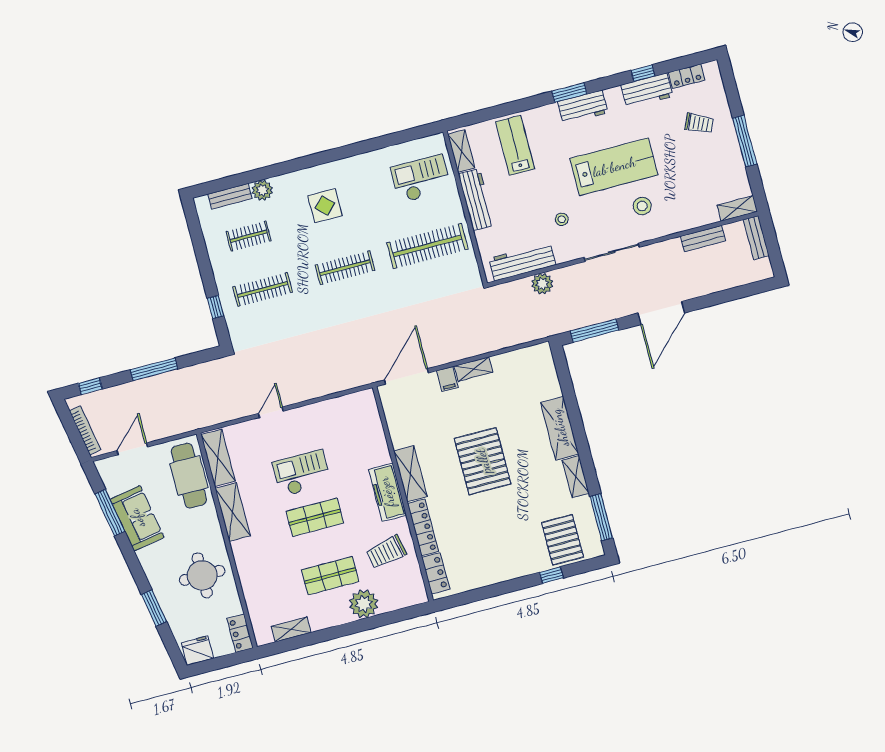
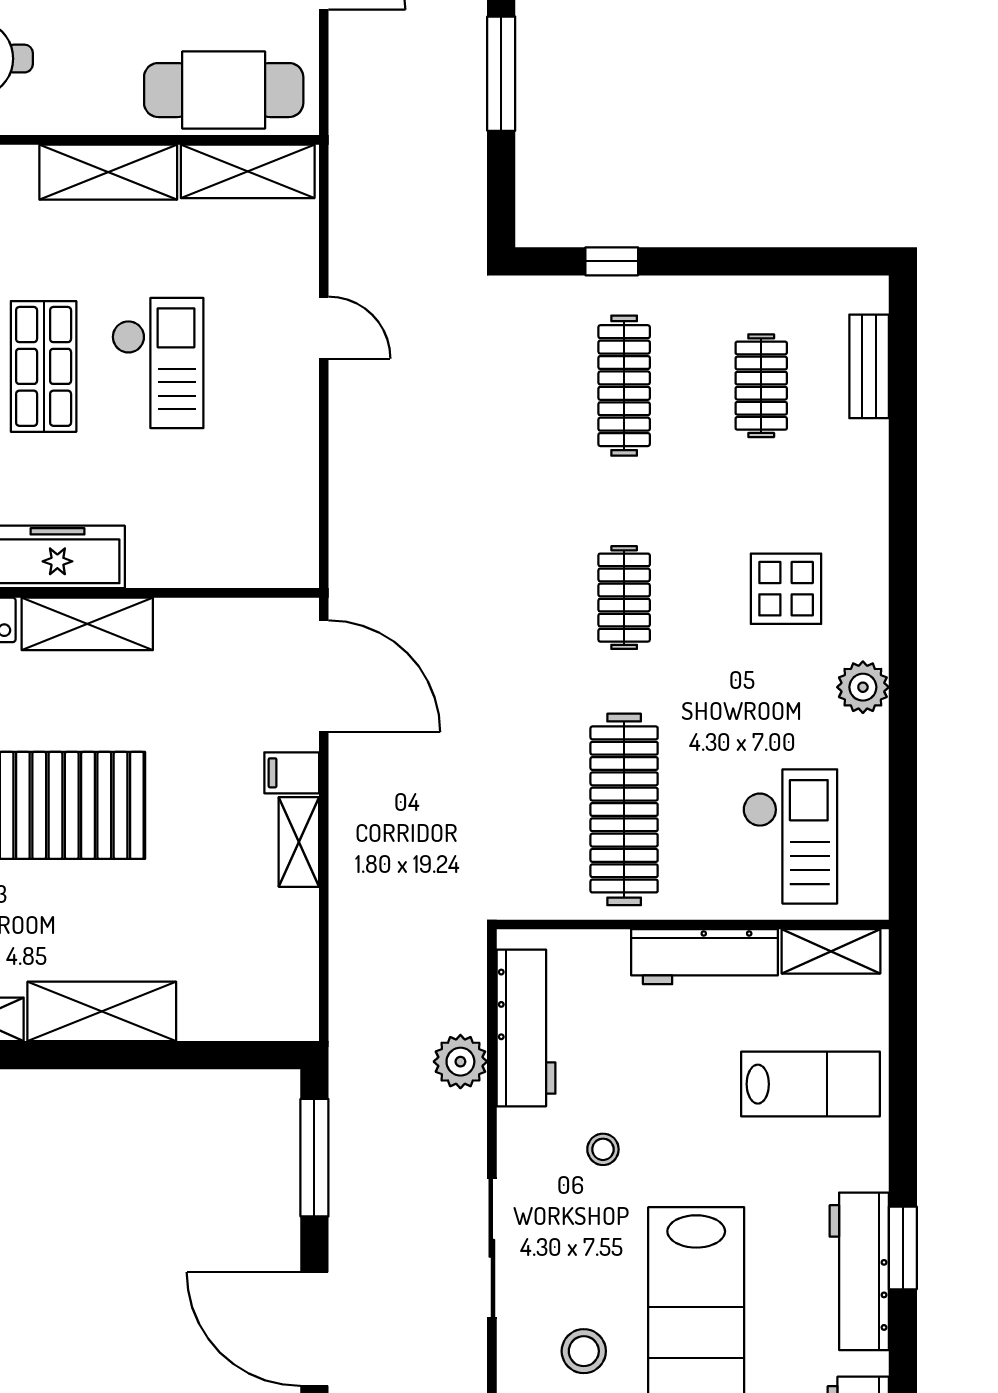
workbench: (583, 107) -> (859, 1271), width x1.38
plant: (262, 190) -> (863, 687), moved
clothes rail: (345, 268) -> (624, 598), width x0.73

